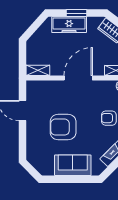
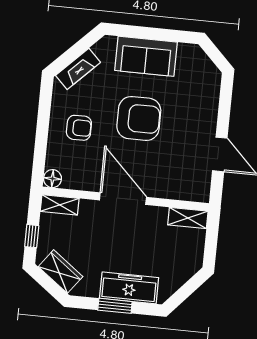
door: (78, 78) -> (123, 199), swing flipped
armchair: (63, 127) -> (139, 118), moved

